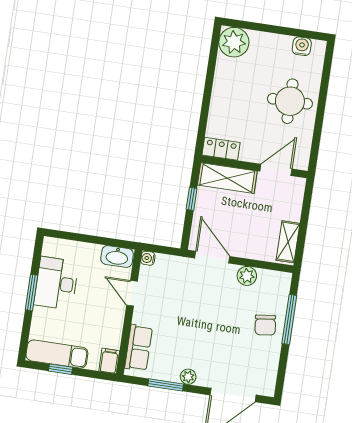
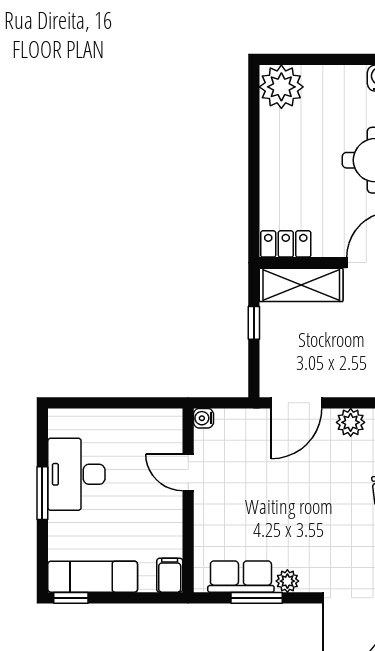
washbasin: (117, 256) -> (158, 422), removed
door: (212, 257) -> (296, 403), swing flipped
row of seats: (139, 348) -> (241, 577), moved, turned -90
window: (61, 369) -> (71, 598), moved

